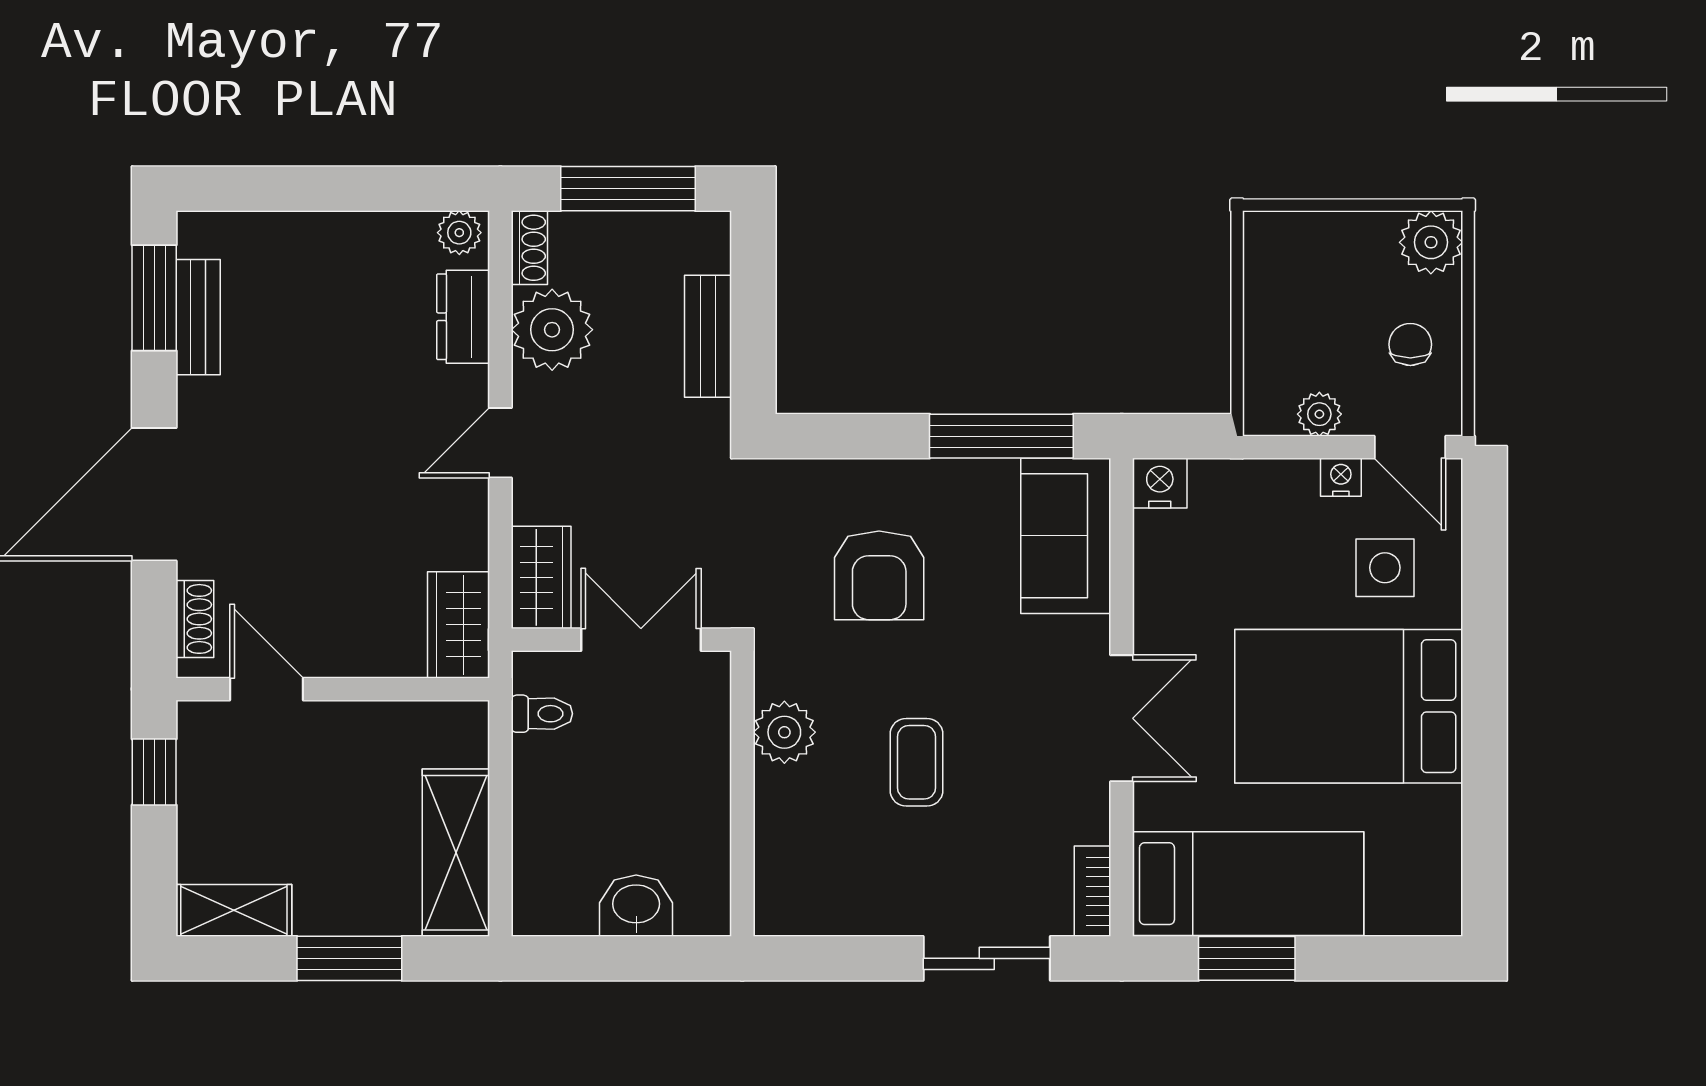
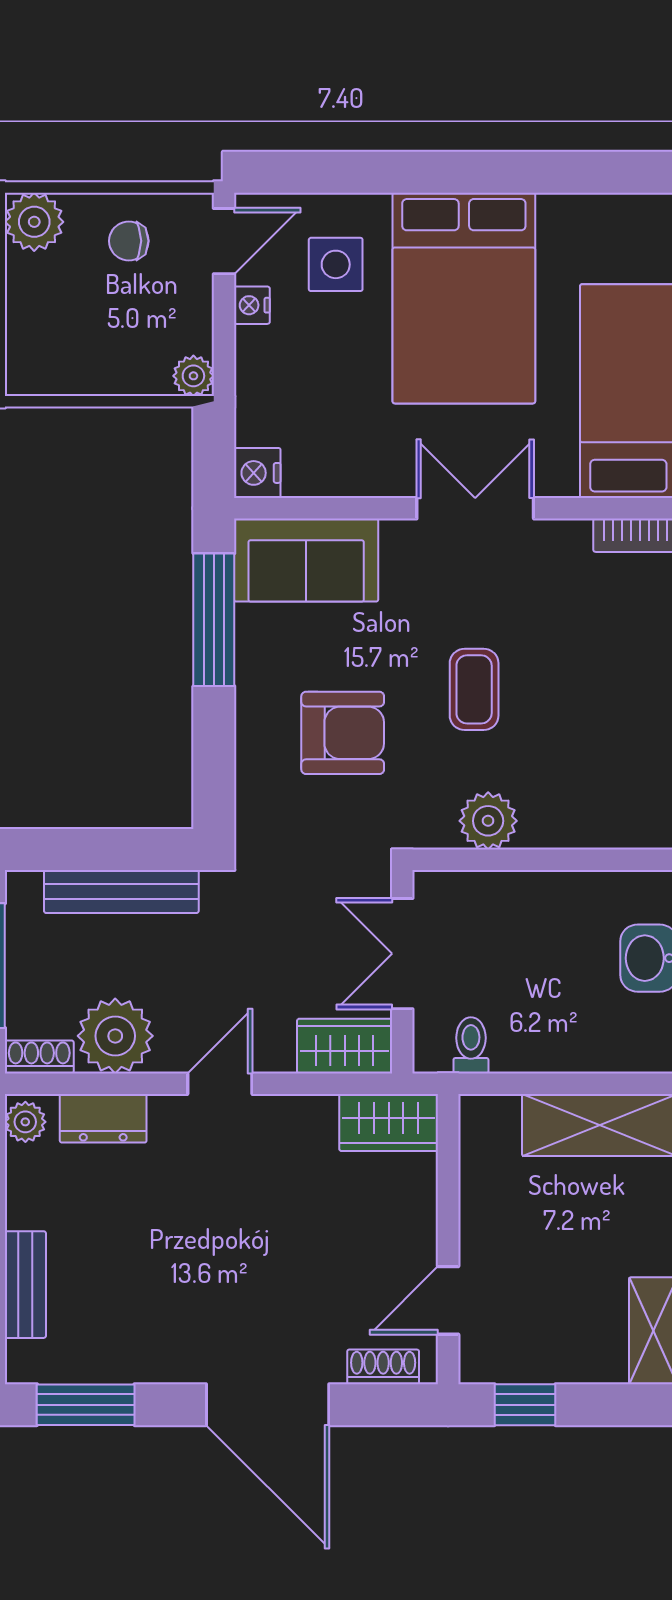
bench: (198, 317) -> (25, 1285), moved, turned 90
bench: (708, 336) -> (121, 892), width x1.36
plant: (1319, 414) -> (193, 376), moved
door: (500, 443) -> (220, 1084), swing flipped
coffee table: (917, 762) -> (474, 689), moved, turned 90

